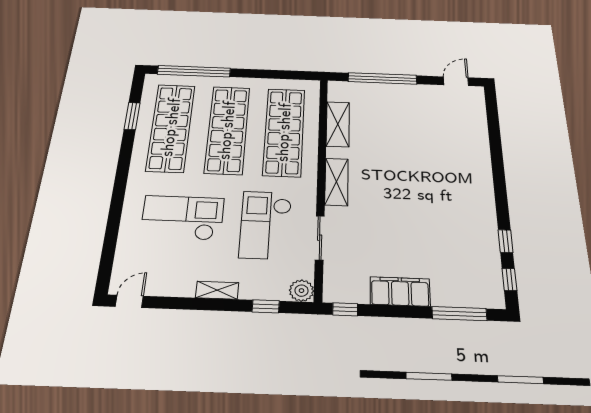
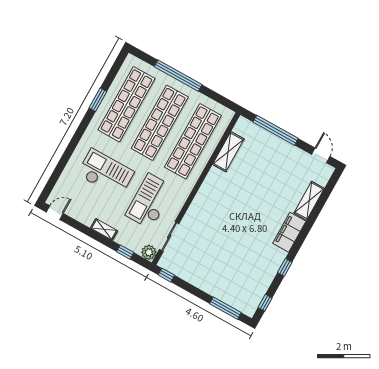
window: (194, 71) -> (178, 76), moved
door: (456, 81) -> (321, 155), hinge flipped
window: (132, 116) -> (98, 100), moved
shelving: (337, 182) -> (309, 201), moved
sliding door: (320, 238) -> (169, 237), moved
window: (505, 241) -> (285, 267), moved
filing cabinet: (400, 291) -> (289, 232), moved, turned -90

